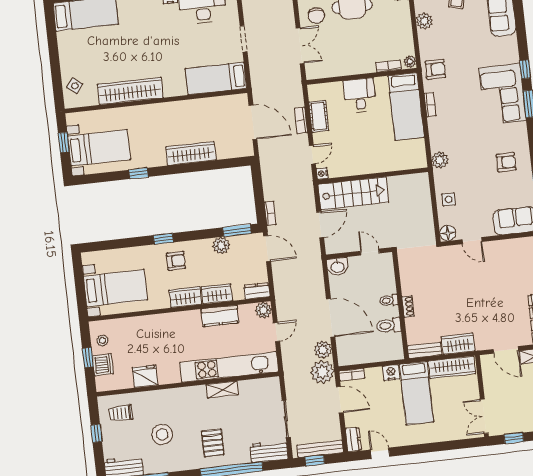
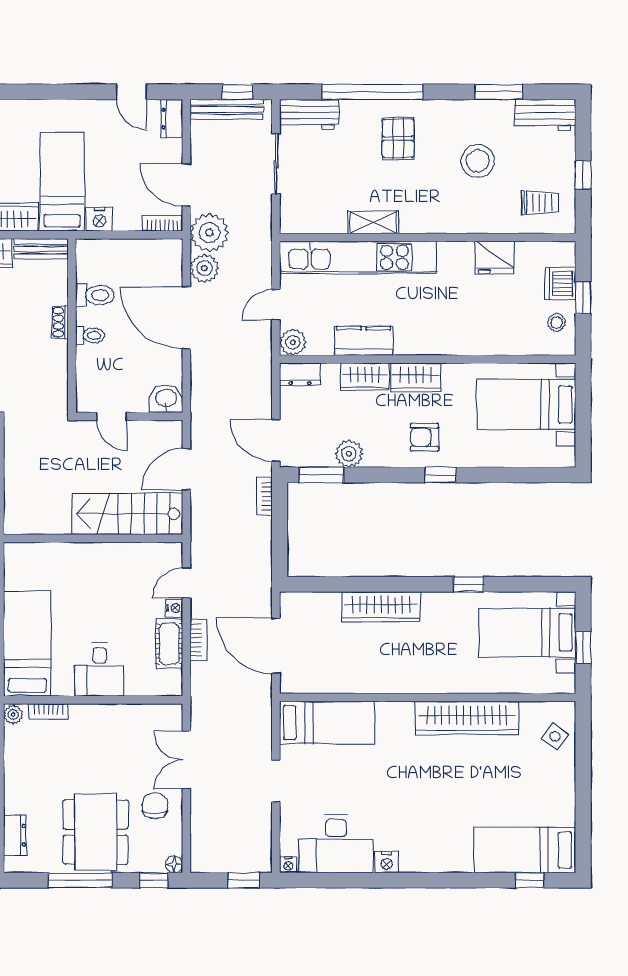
nightstand: (322, 174) -> (174, 608), moved

